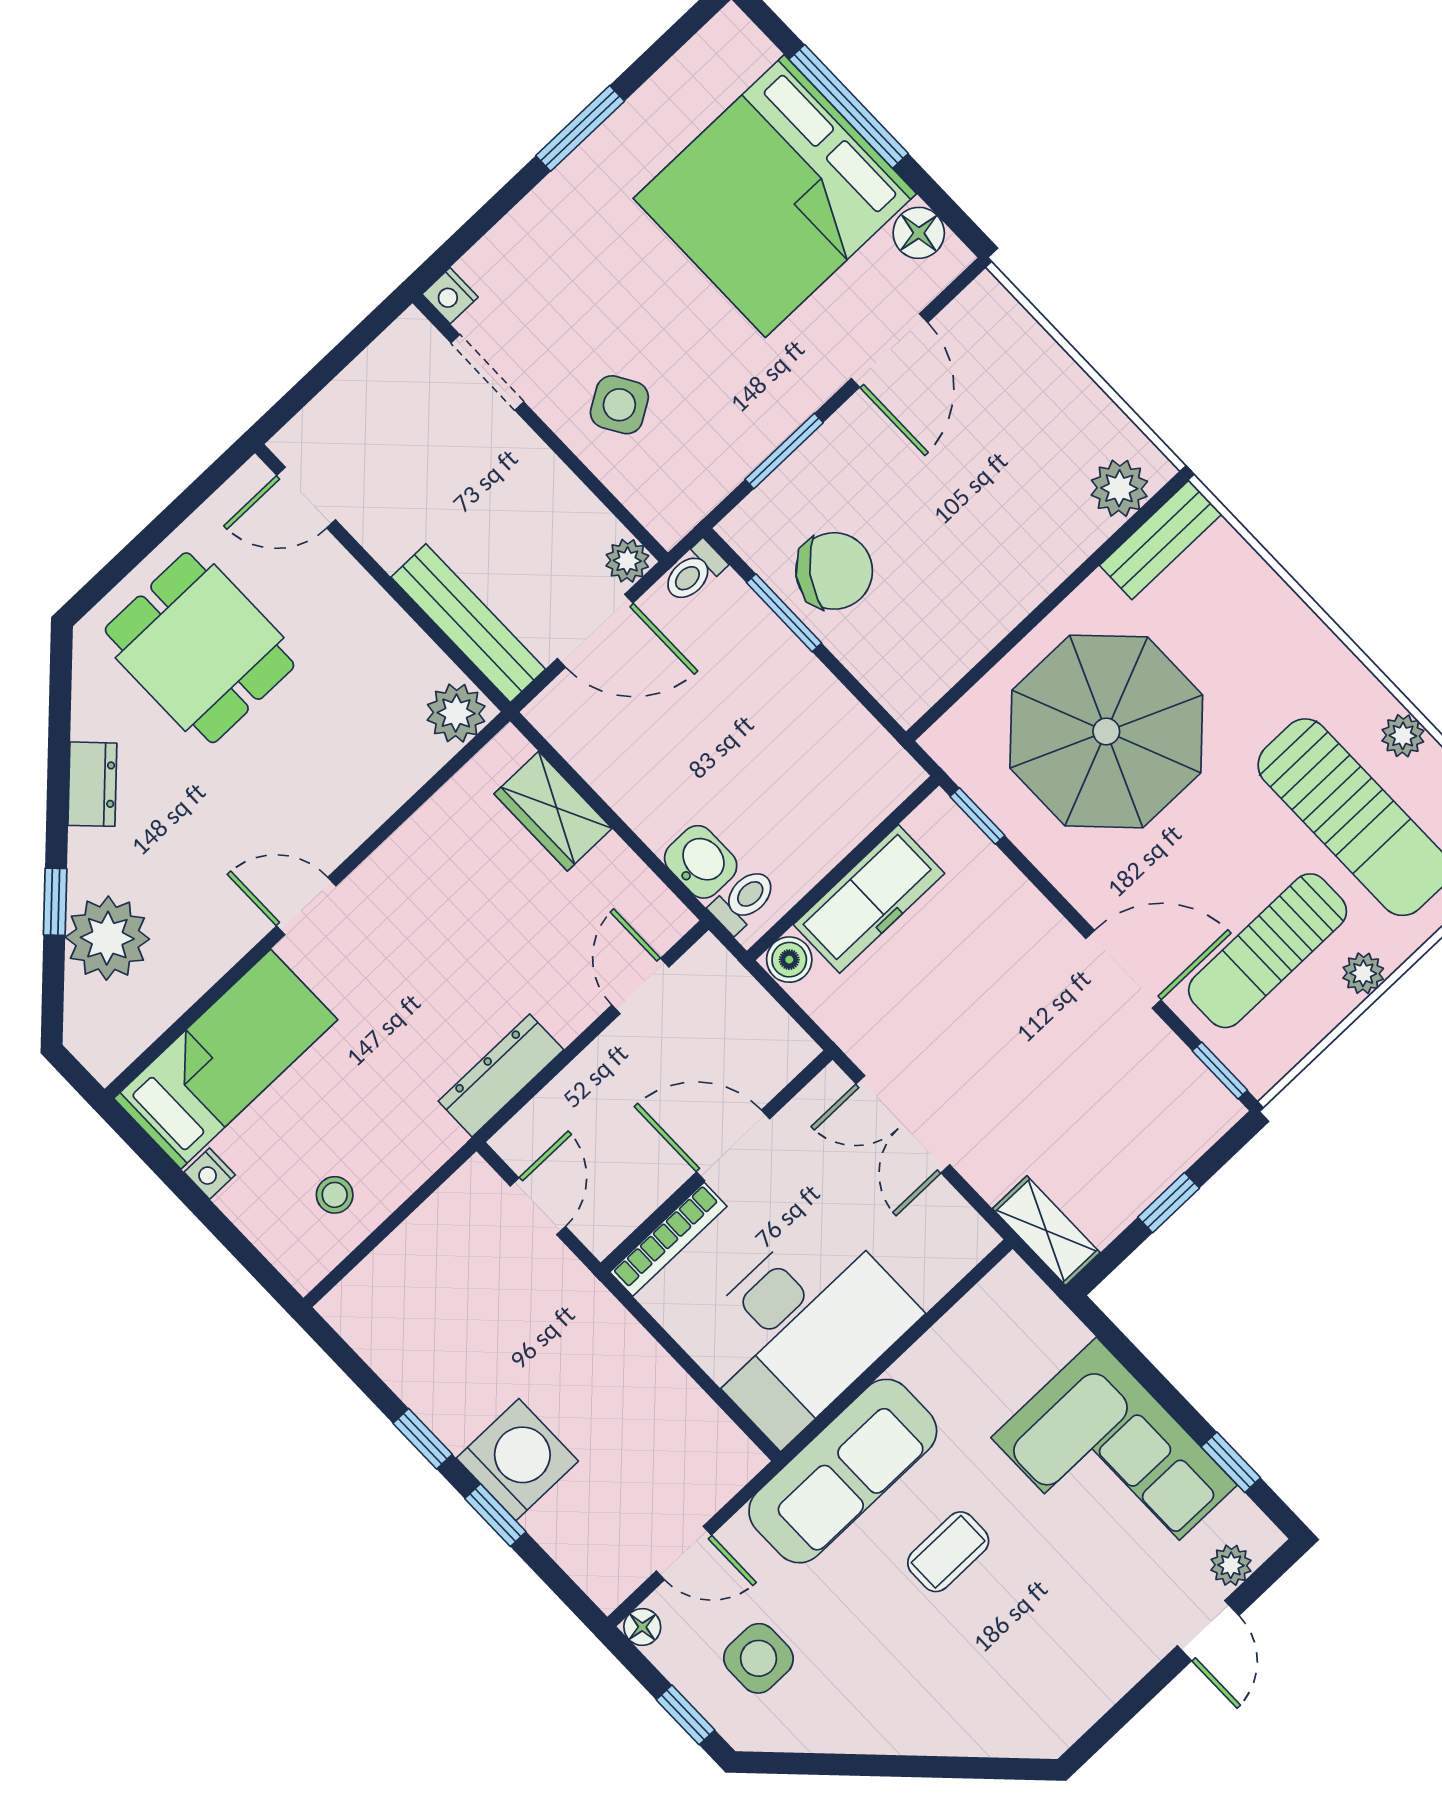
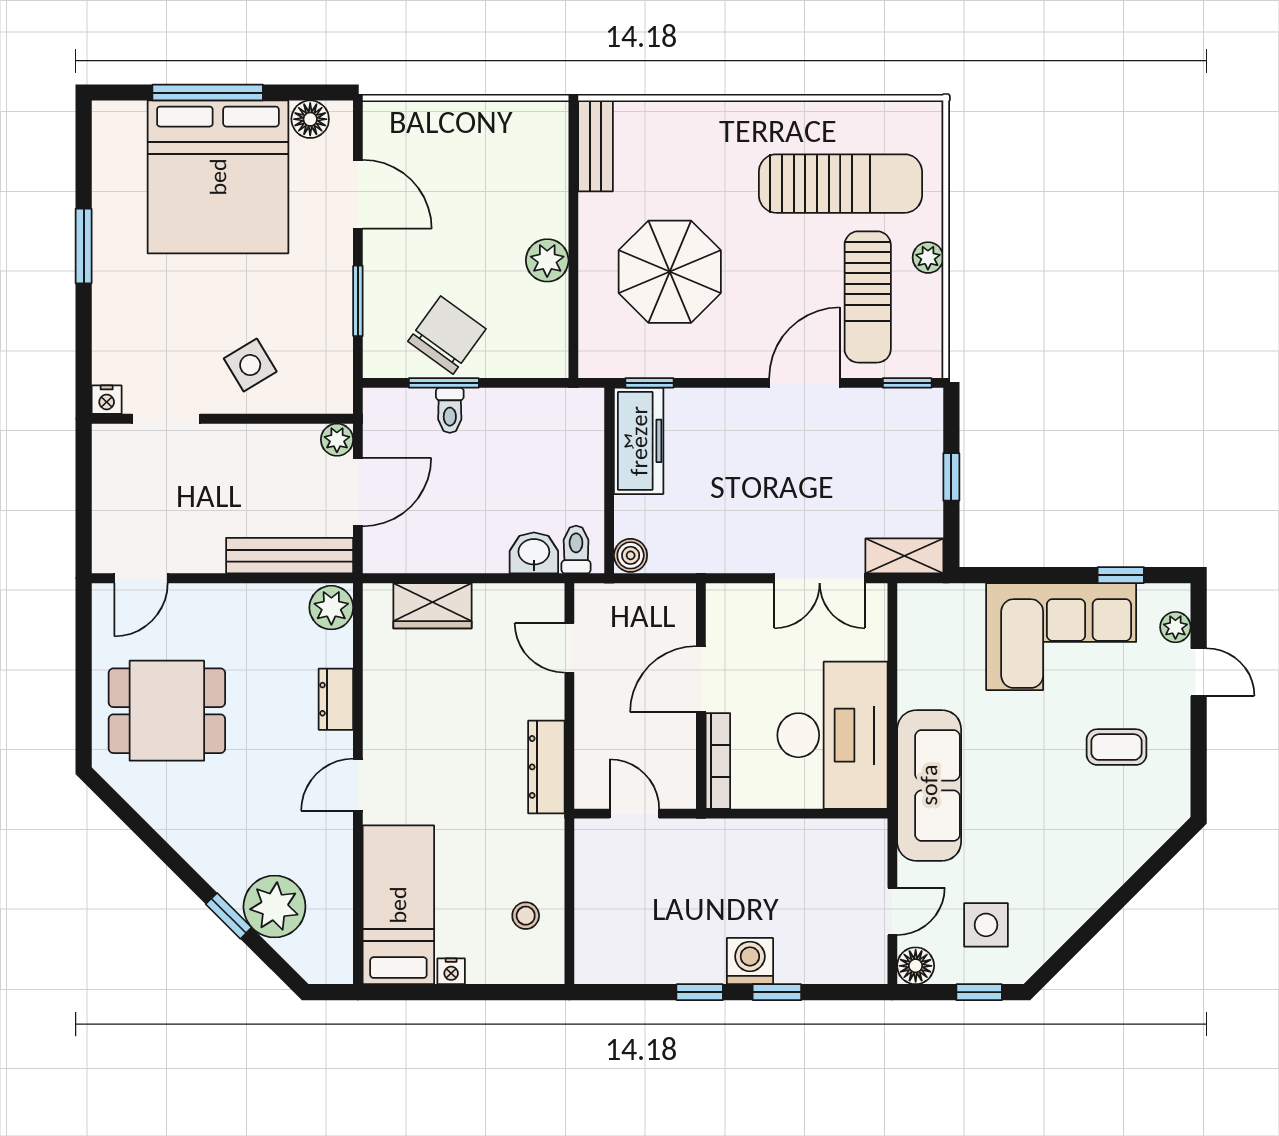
plant: (1119, 488) -> (547, 260), moved
toilet: (694, 572) -> (450, 410), moved
parasol: (1106, 731) -> (670, 272), width x0.73, depth x0.73
plant: (1403, 736) -> (822, 116), removed
dresser: (92, 784) -> (336, 699), moved, turned -135
freezer: (869, 899) -> (639, 441), moved
double door: (903, 1124) -> (820, 578), moved
washing machine: (517, 1460) -> (750, 961), width x0.73, depth x0.73
coffee table: (948, 1552) -> (1116, 747), moved, turned 90
floor lamp: (642, 1627) -> (916, 966), width x1.37, depth x1.37

